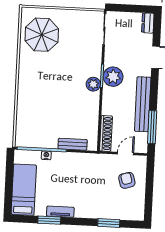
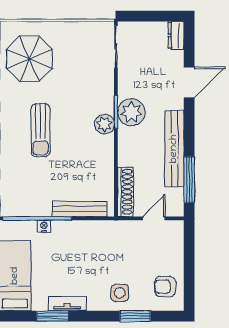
sun lounger: (47, 86) -> (41, 130), added
bench: (73, 144) -> (80, 209), width x1.36
armchair: (127, 180) -> (165, 287), moved, turned -74
side table: (98, 206) -> (120, 293), added

